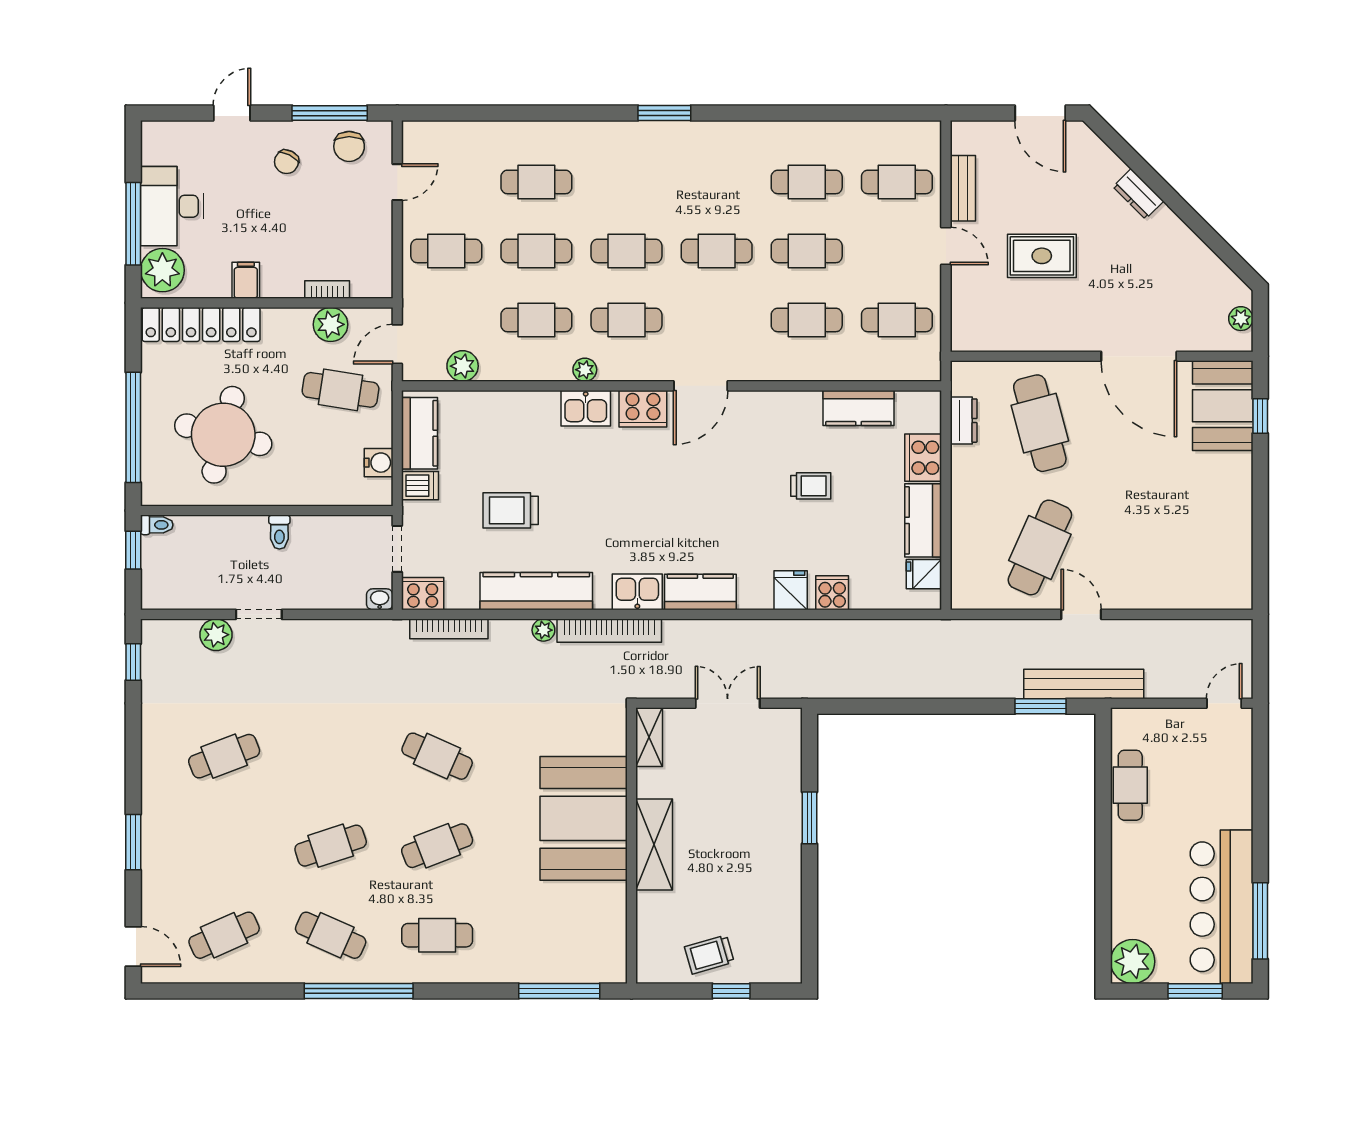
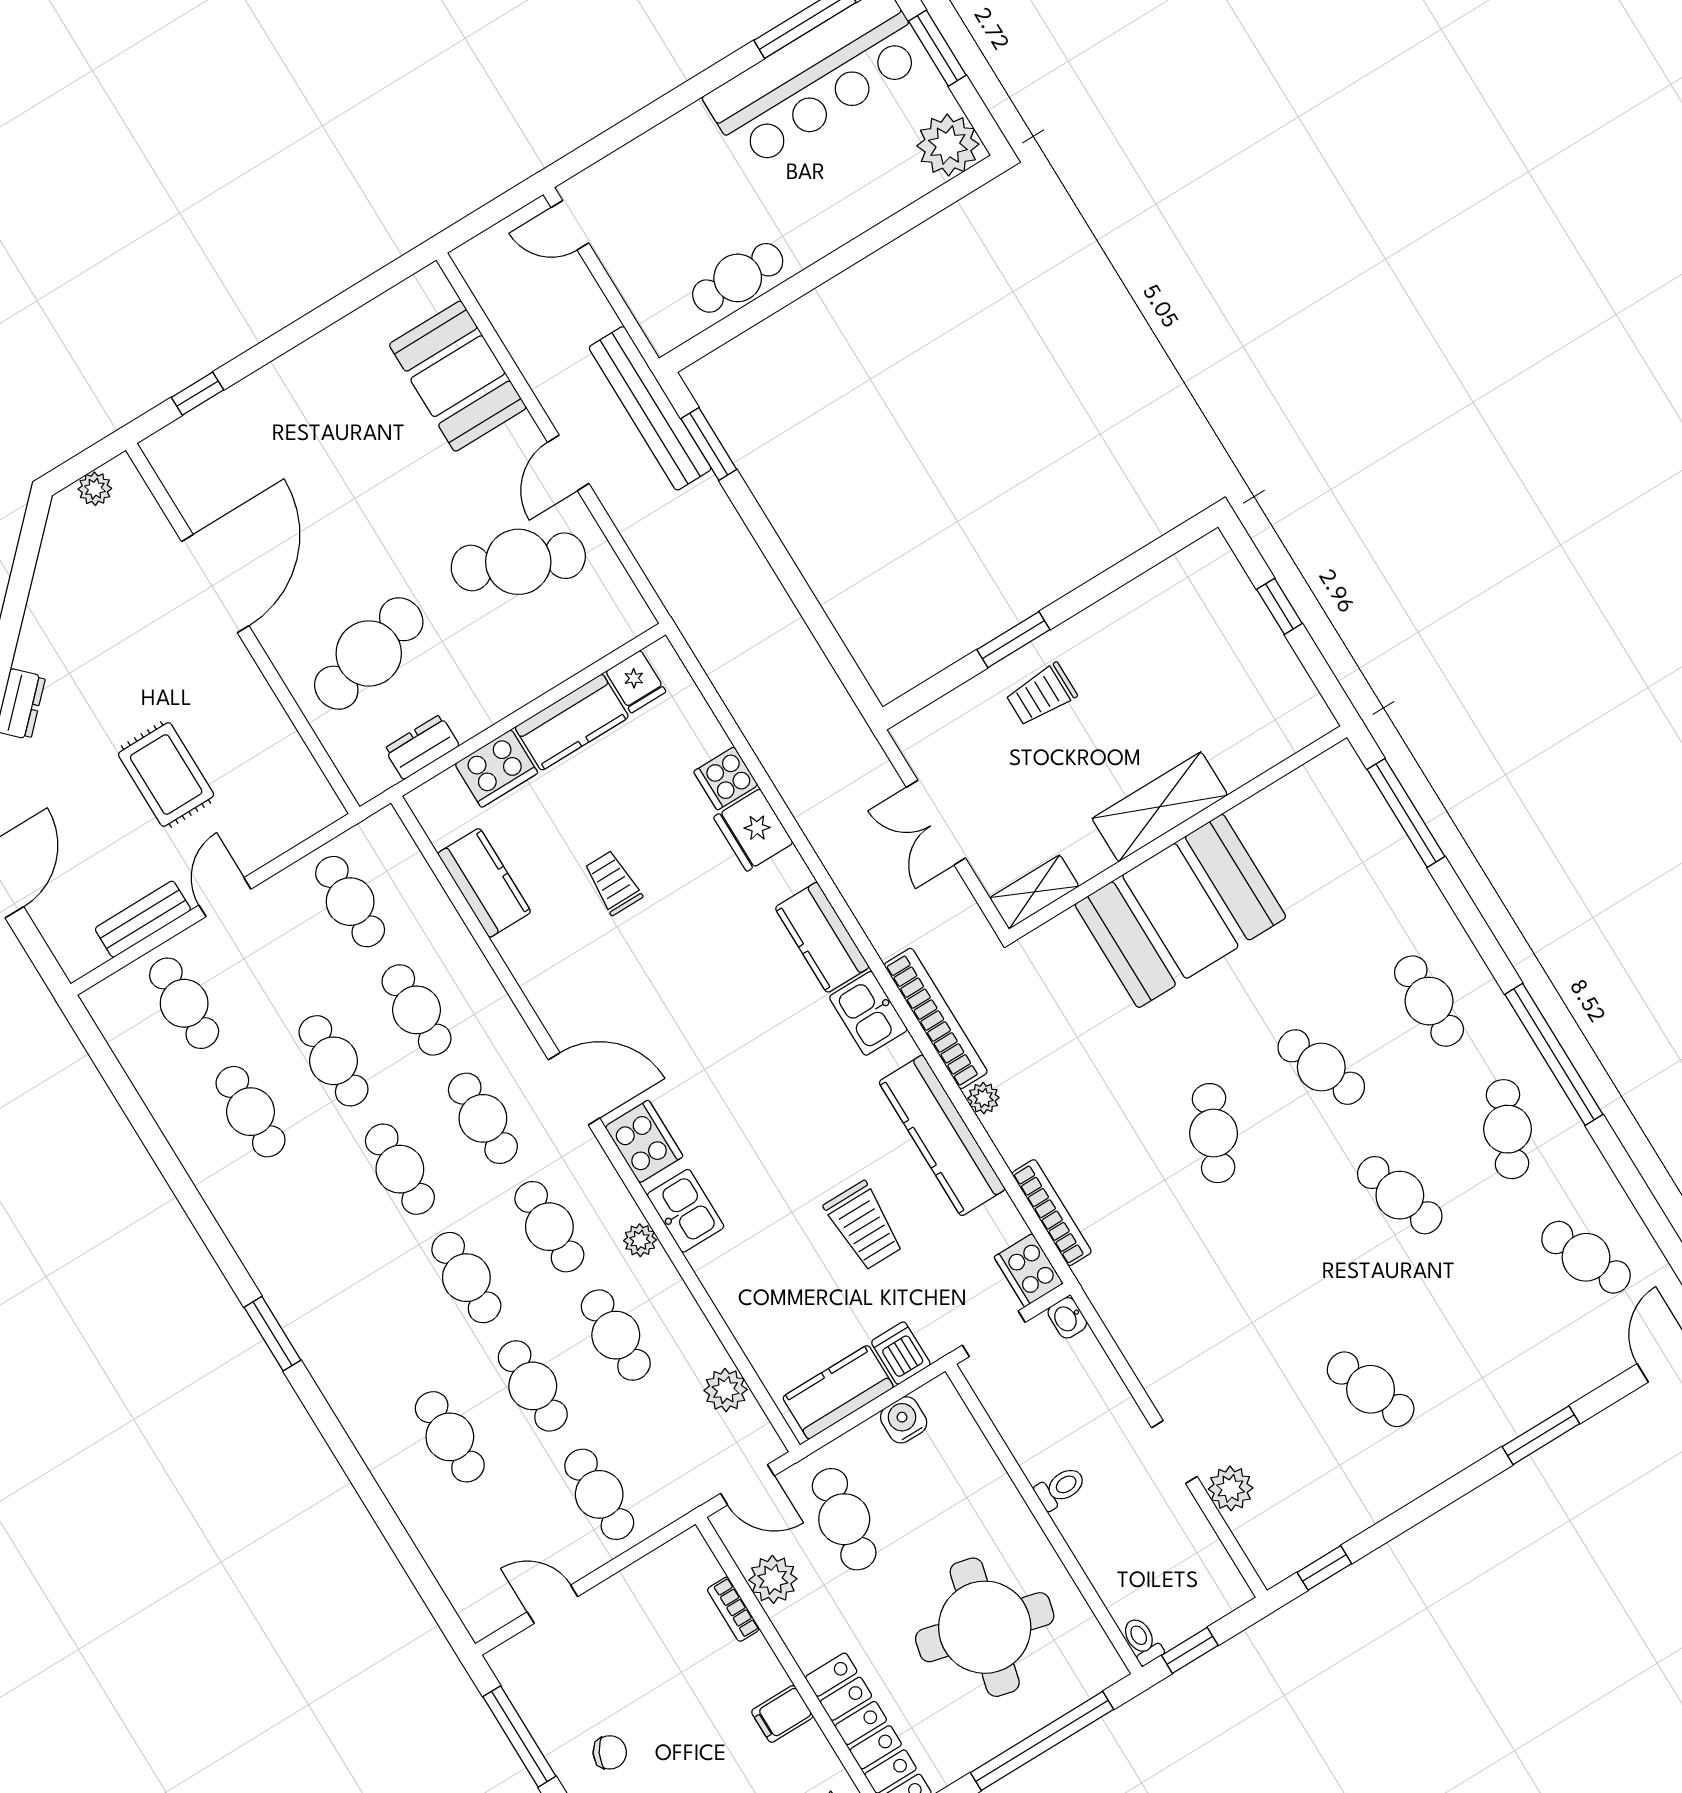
chair: (349, 146) -> (545, 1688), removed
cafe table: (717, 320) -> (483, 1118), added
booth: (1223, 406) -> (458, 376), moved, turned 90
fridge: (791, 590) -> (753, 830), width x1.38
trolley: (709, 954) -> (1041, 695), moved, turned 106

